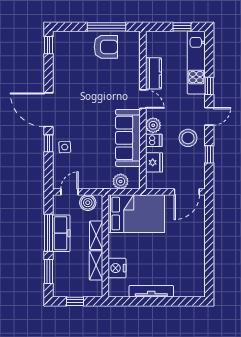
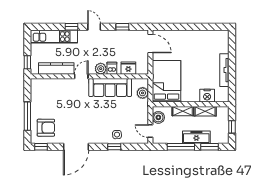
window: (107, 27) -> (27, 116), moved
window: (182, 27) -> (27, 62), moved
armchair: (106, 47) -> (46, 128), moved, turned 90
kitchen counter: (153, 73) -> (56, 68), width x1.50
door: (49, 110) -> (76, 147), moved
stool: (188, 138) -> (110, 43), removed
freezer: (61, 233) -> (196, 137), moved

